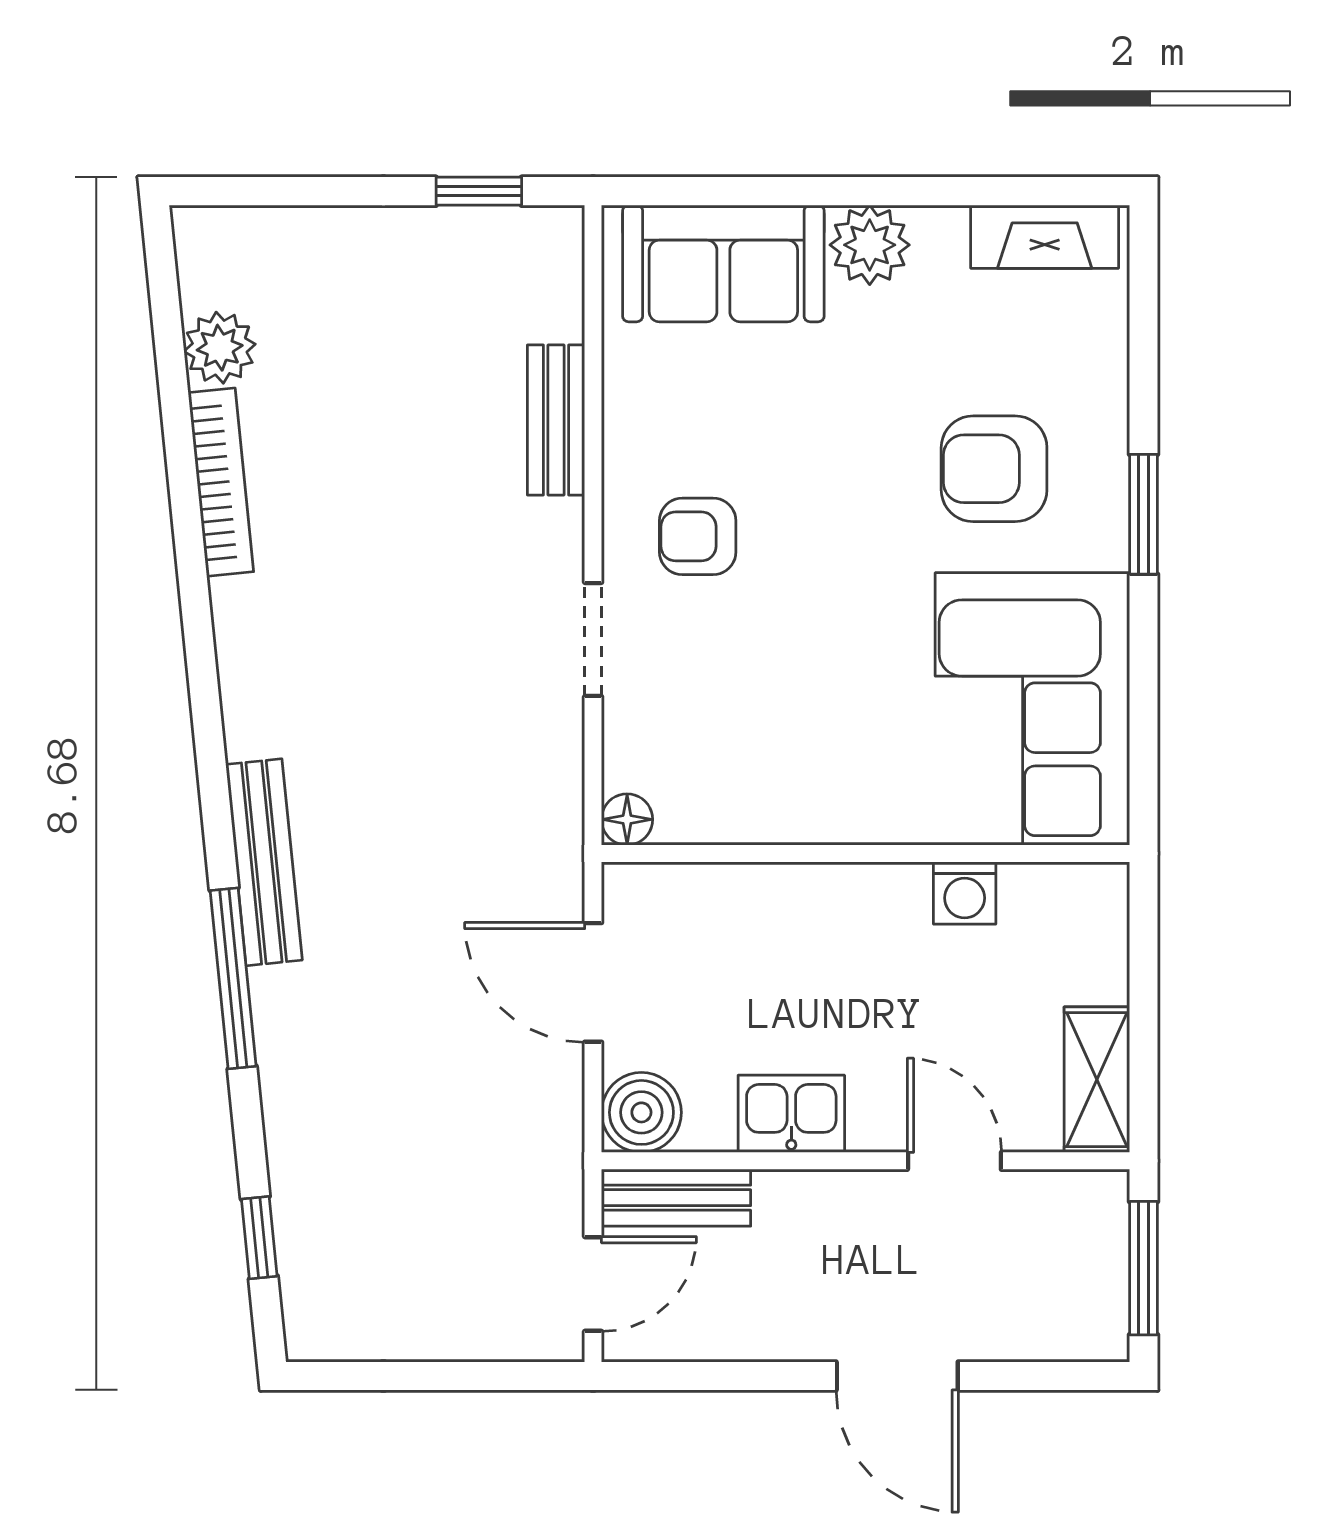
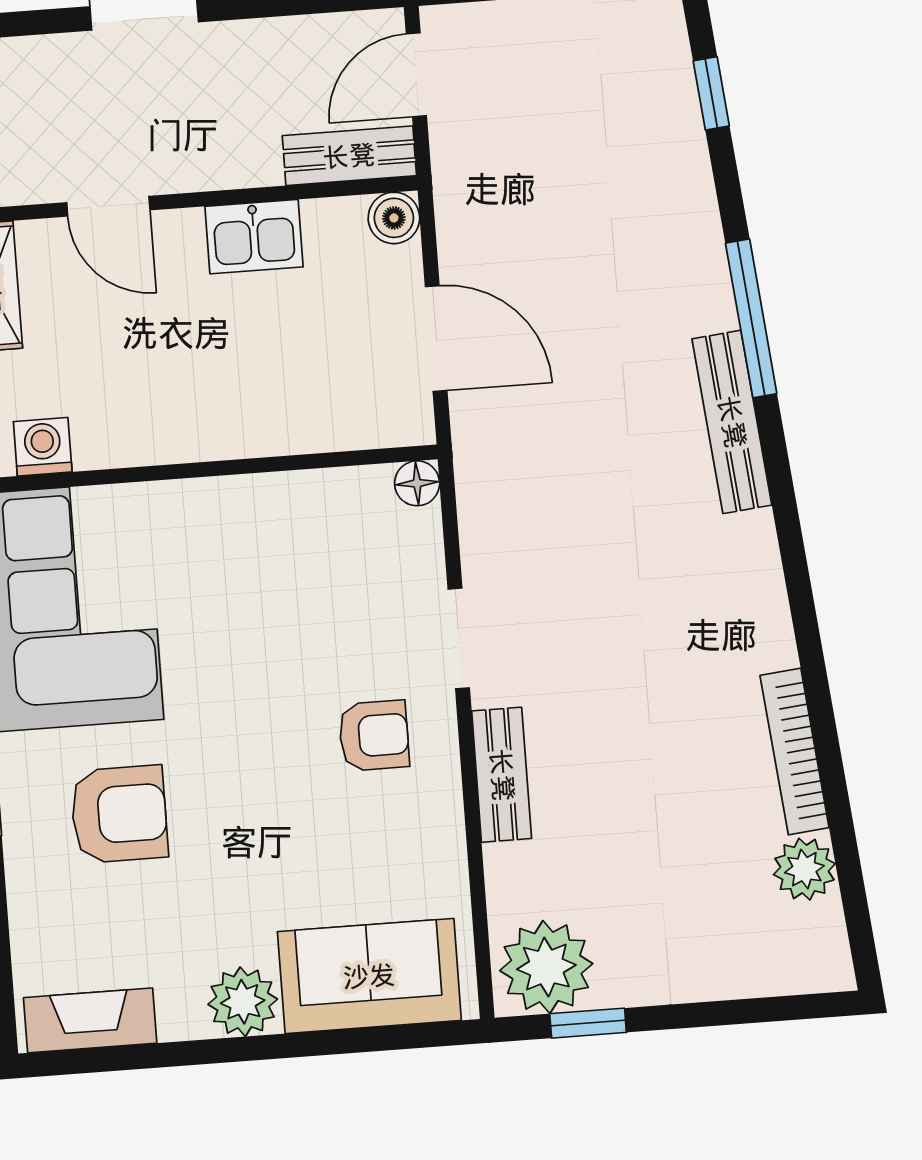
plant: (521, 258) -> (546, 967), added
bench: (556, 420) -> (502, 775), moved
washing machine: (965, 893) -> (43, 447), moved
boiler: (641, 1112) -> (394, 218), width x0.73, depth x0.73

